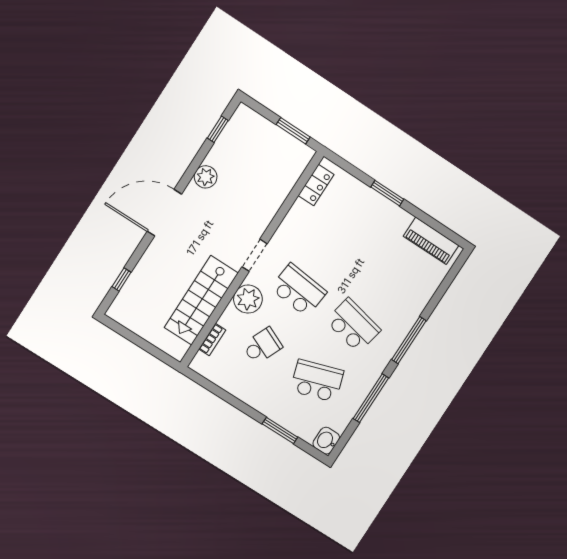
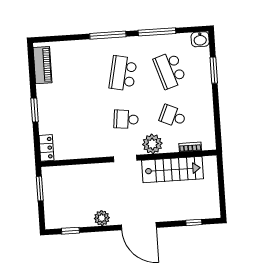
locker: (316, 185) -> (46, 148), moved, turned 90
school desk: (299, 290) -> (126, 119), width x0.54

